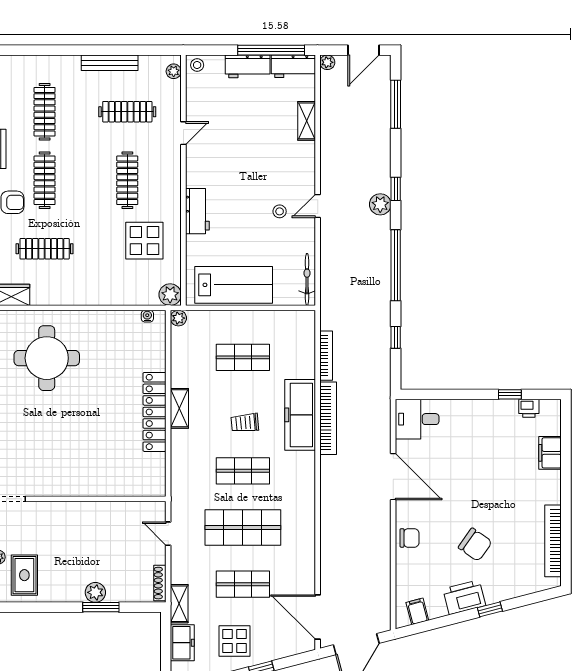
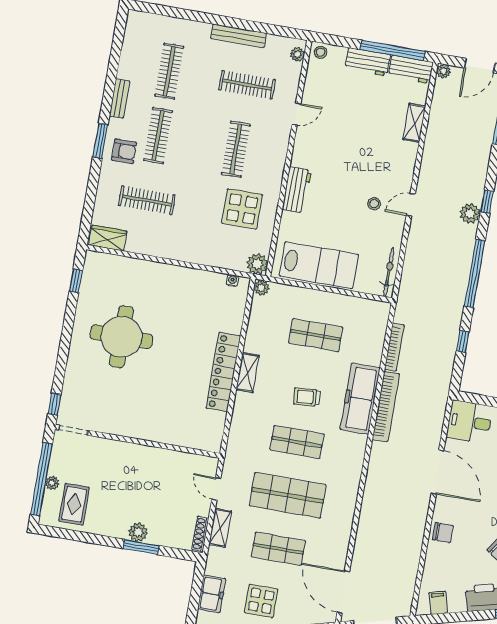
round table: (47, 358) -> (121, 337), moved
shelving: (179, 604) -> (220, 528), moved

